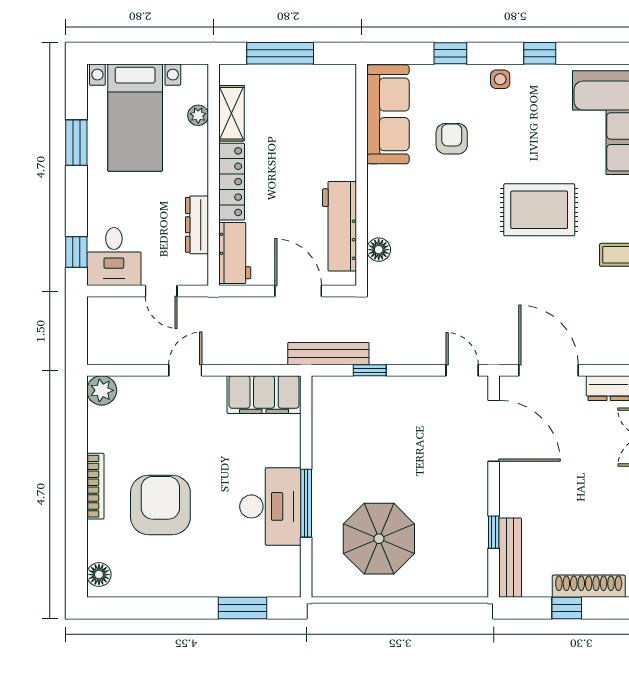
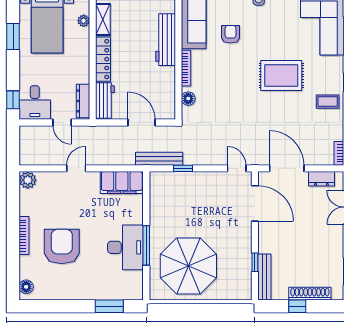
bookcase: (375, 197) -> (186, 68), added
dresser: (197, 225) -> (83, 101), moved
workbench: (340, 226) -> (166, 40), moved
parasol: (379, 539) -> (188, 266), width x1.36, depth x1.36

